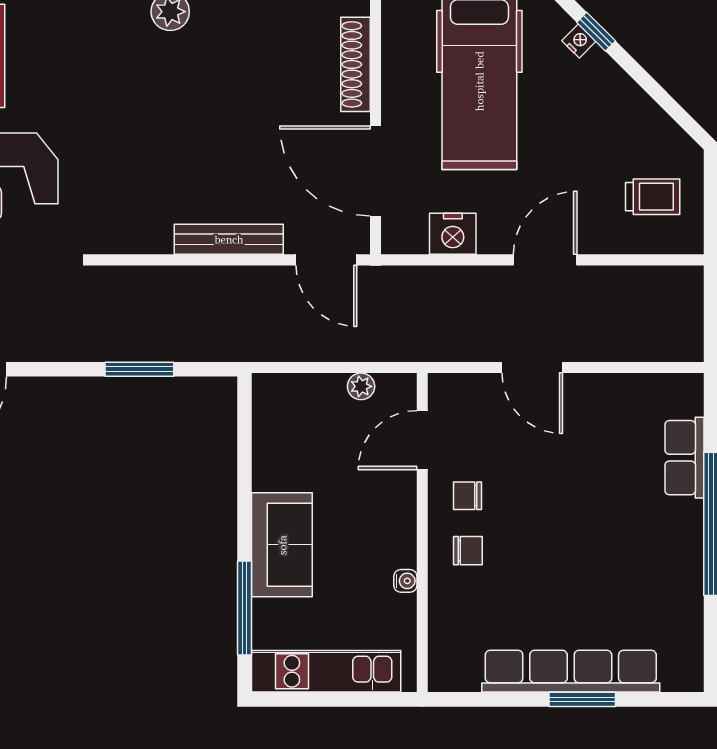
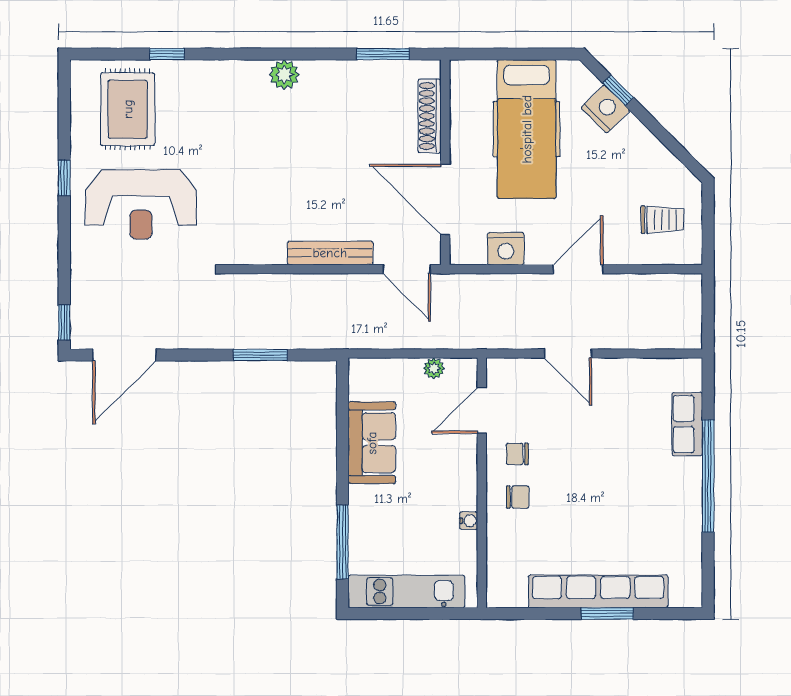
nightstand: (579, 41) -> (605, 109), width x1.89, depth x1.79
sofa: (282, 545) -> (372, 443), moved

